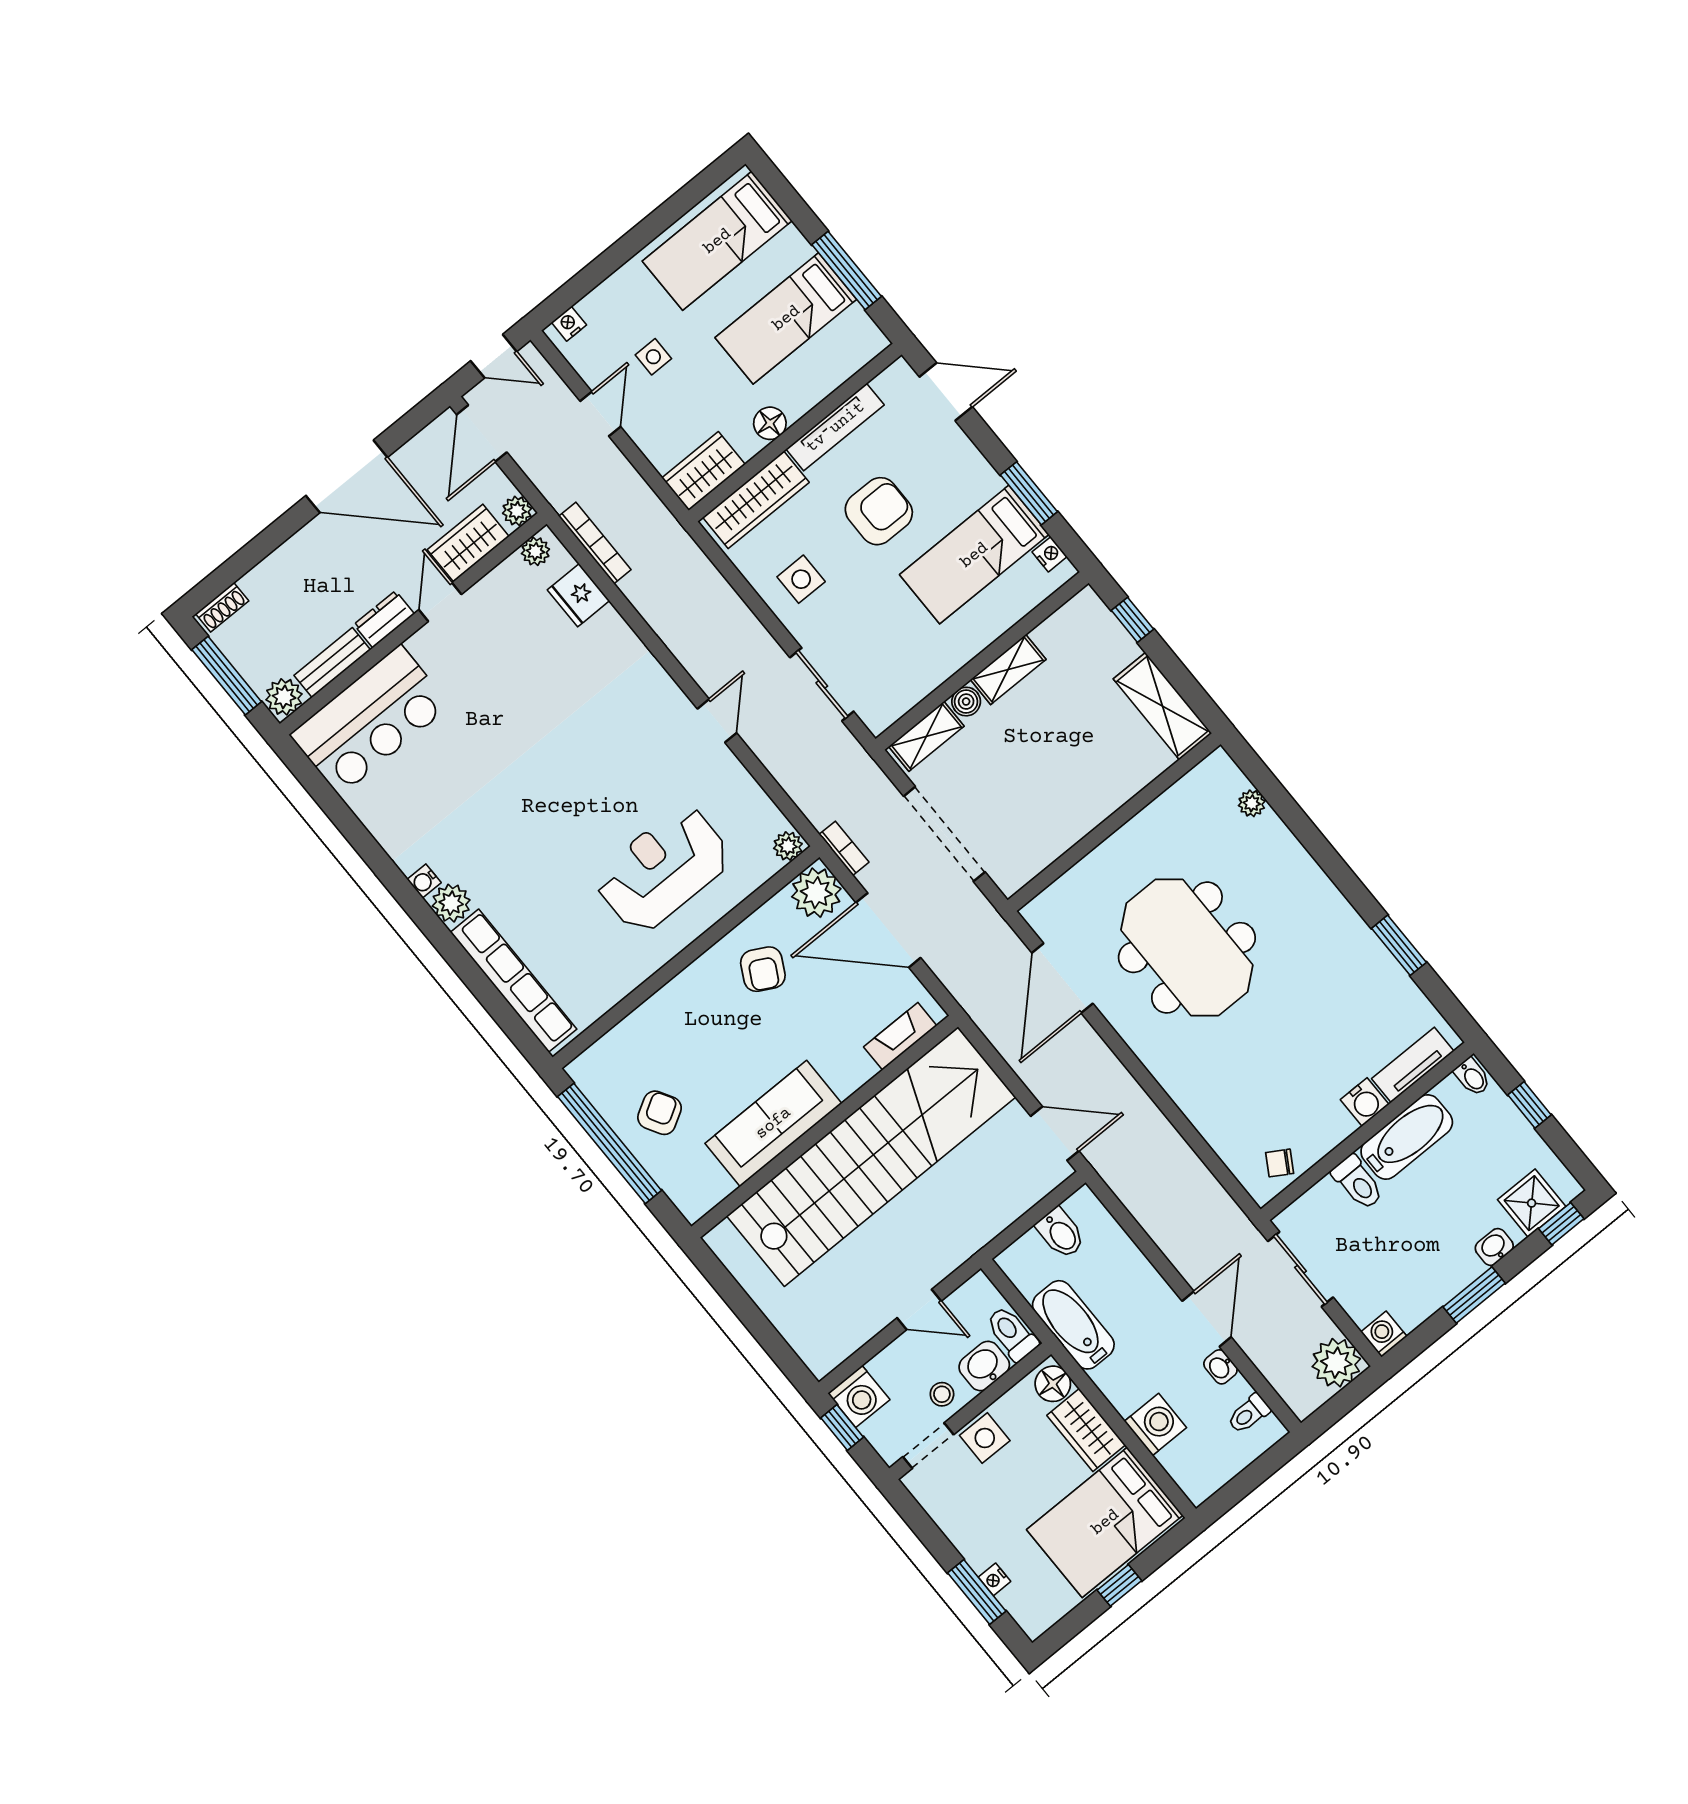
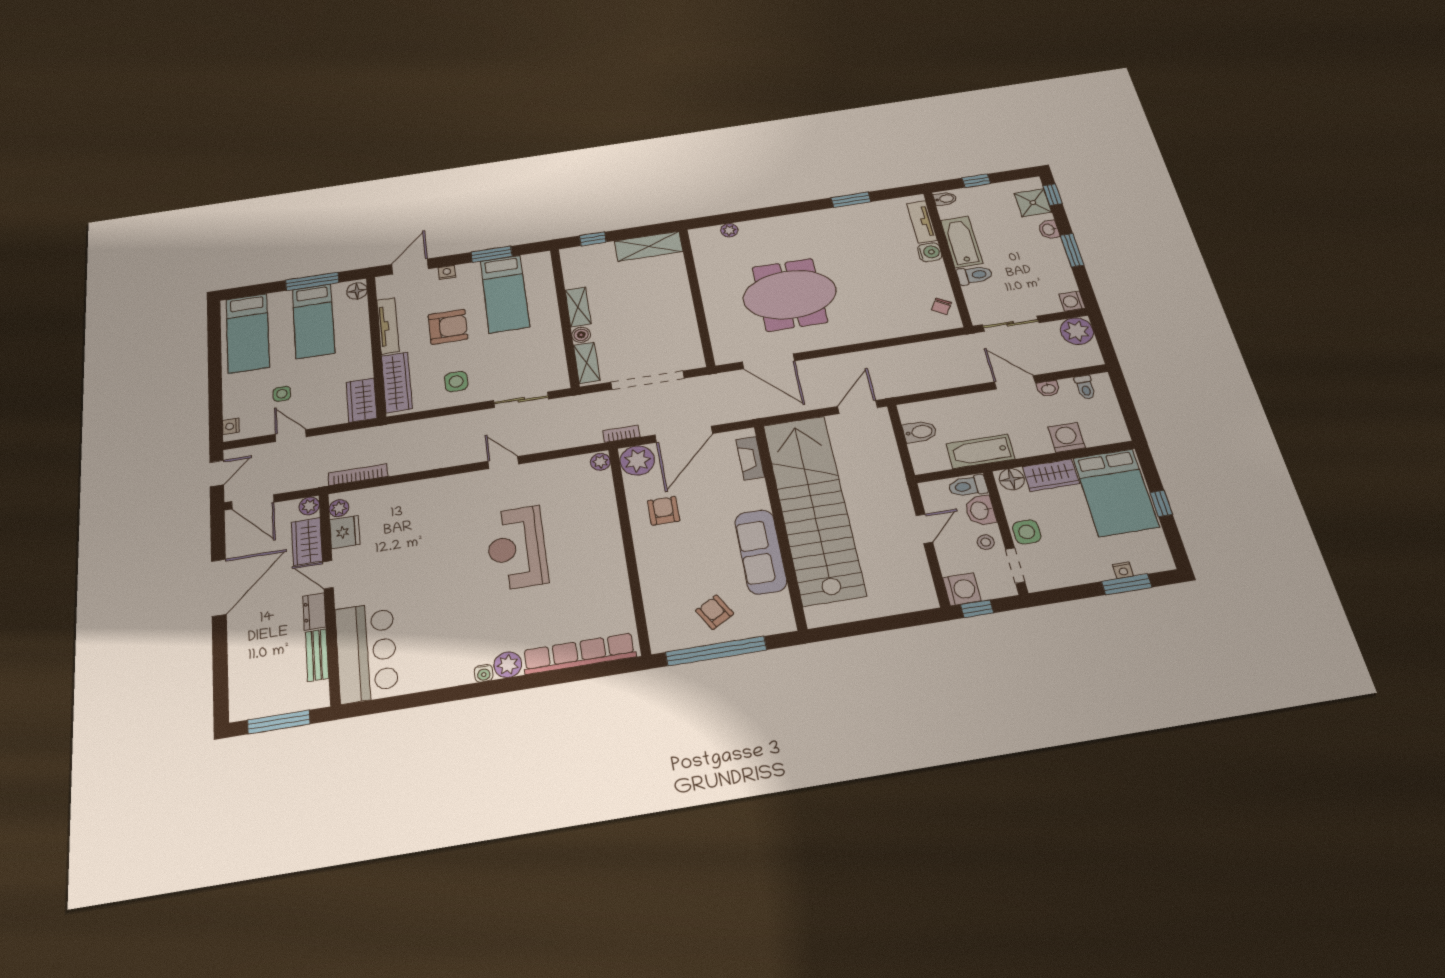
floor lamp: (770, 423) -> (357, 291), moved
armchair: (879, 511) -> (448, 327), turned 90
nightstand: (1050, 554) -> (447, 272), moved
fridge: (578, 595) -> (345, 532), moved, turned -90
shoe rack: (222, 607) -> (237, 702), removed
plant: (284, 697) -> (316, 695), removed
reception desk: (663, 869) -> (517, 548), moved
armchair: (763, 969) -> (664, 511), turned -118

